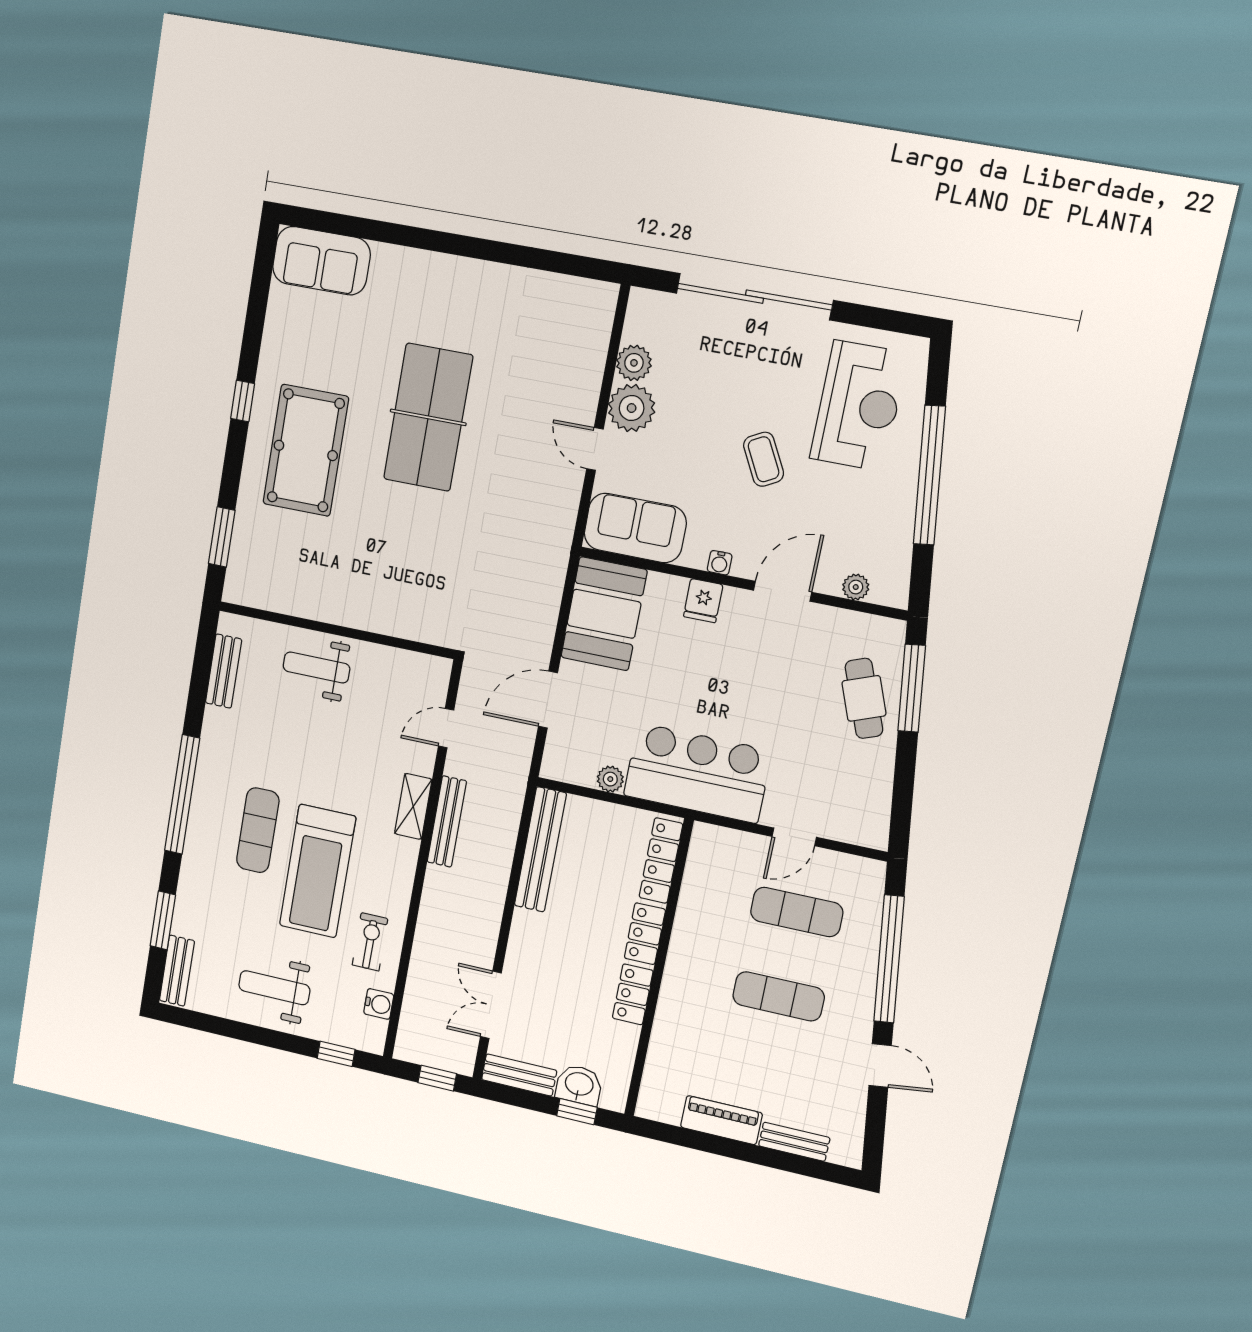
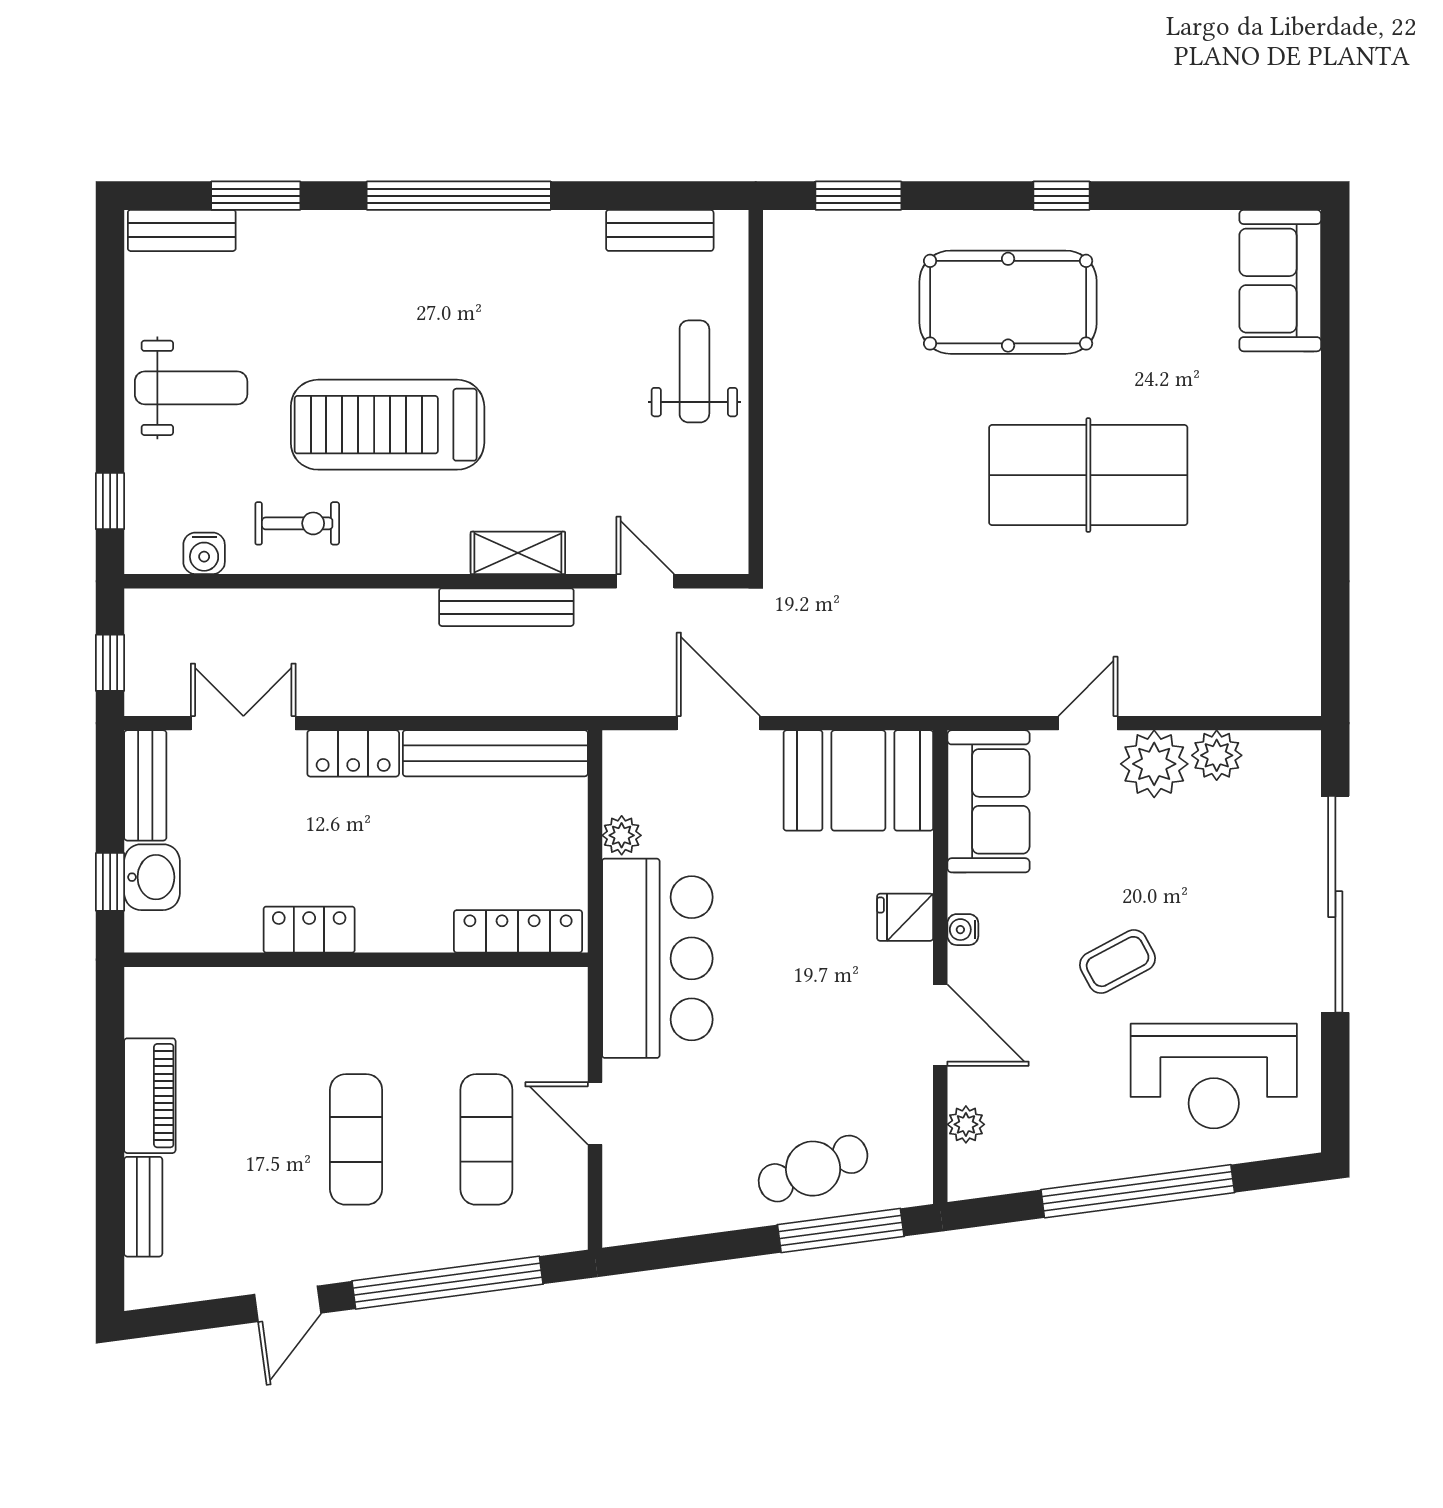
exercise mat: (258, 830) -> (430, 322), removed
locker: (645, 934) -> (353, 753), moved, turned 180
weight bench: (274, 988) -> (191, 388), turned 90

